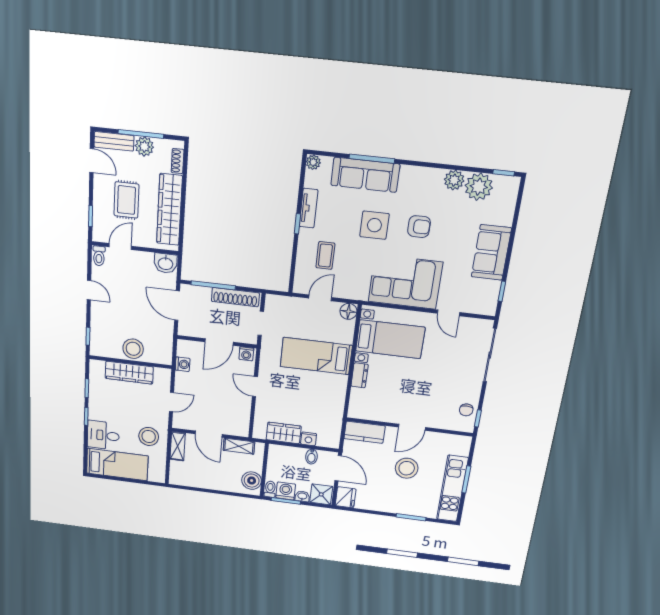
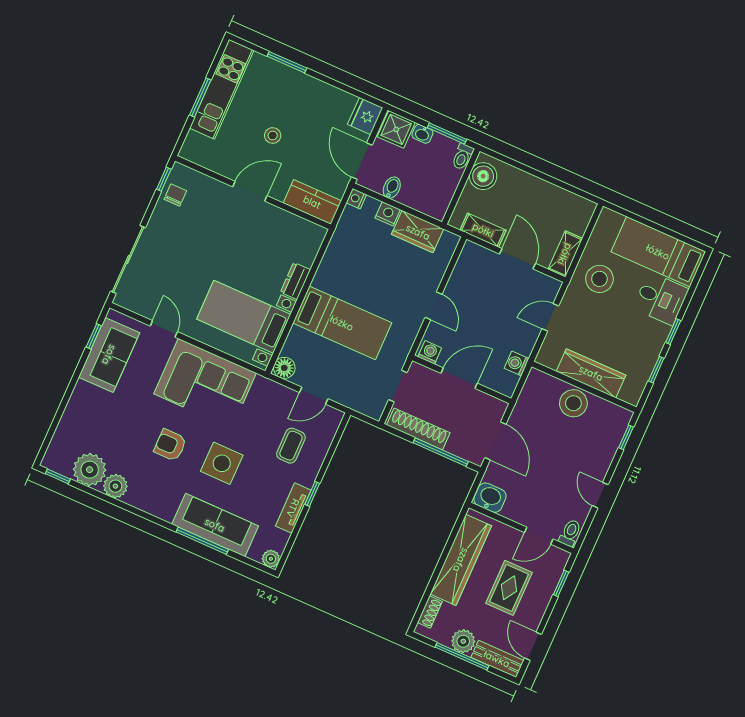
sofa: (491, 252) -> (109, 355), moved
nightstand: (334, 443) -> (356, 199), added
stool: (407, 468) -> (273, 136), width x0.53, depth x0.53
washing machine: (286, 491) -> (442, 148), removed

